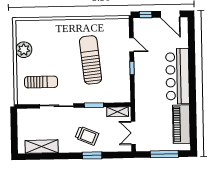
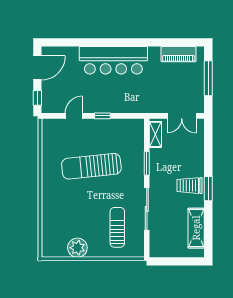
piano: (181, 124) -> (179, 54), width x0.73, depth x0.75
trolley: (87, 136) -> (189, 186), moved, turned -113
window: (92, 155) -> (208, 189), moved

